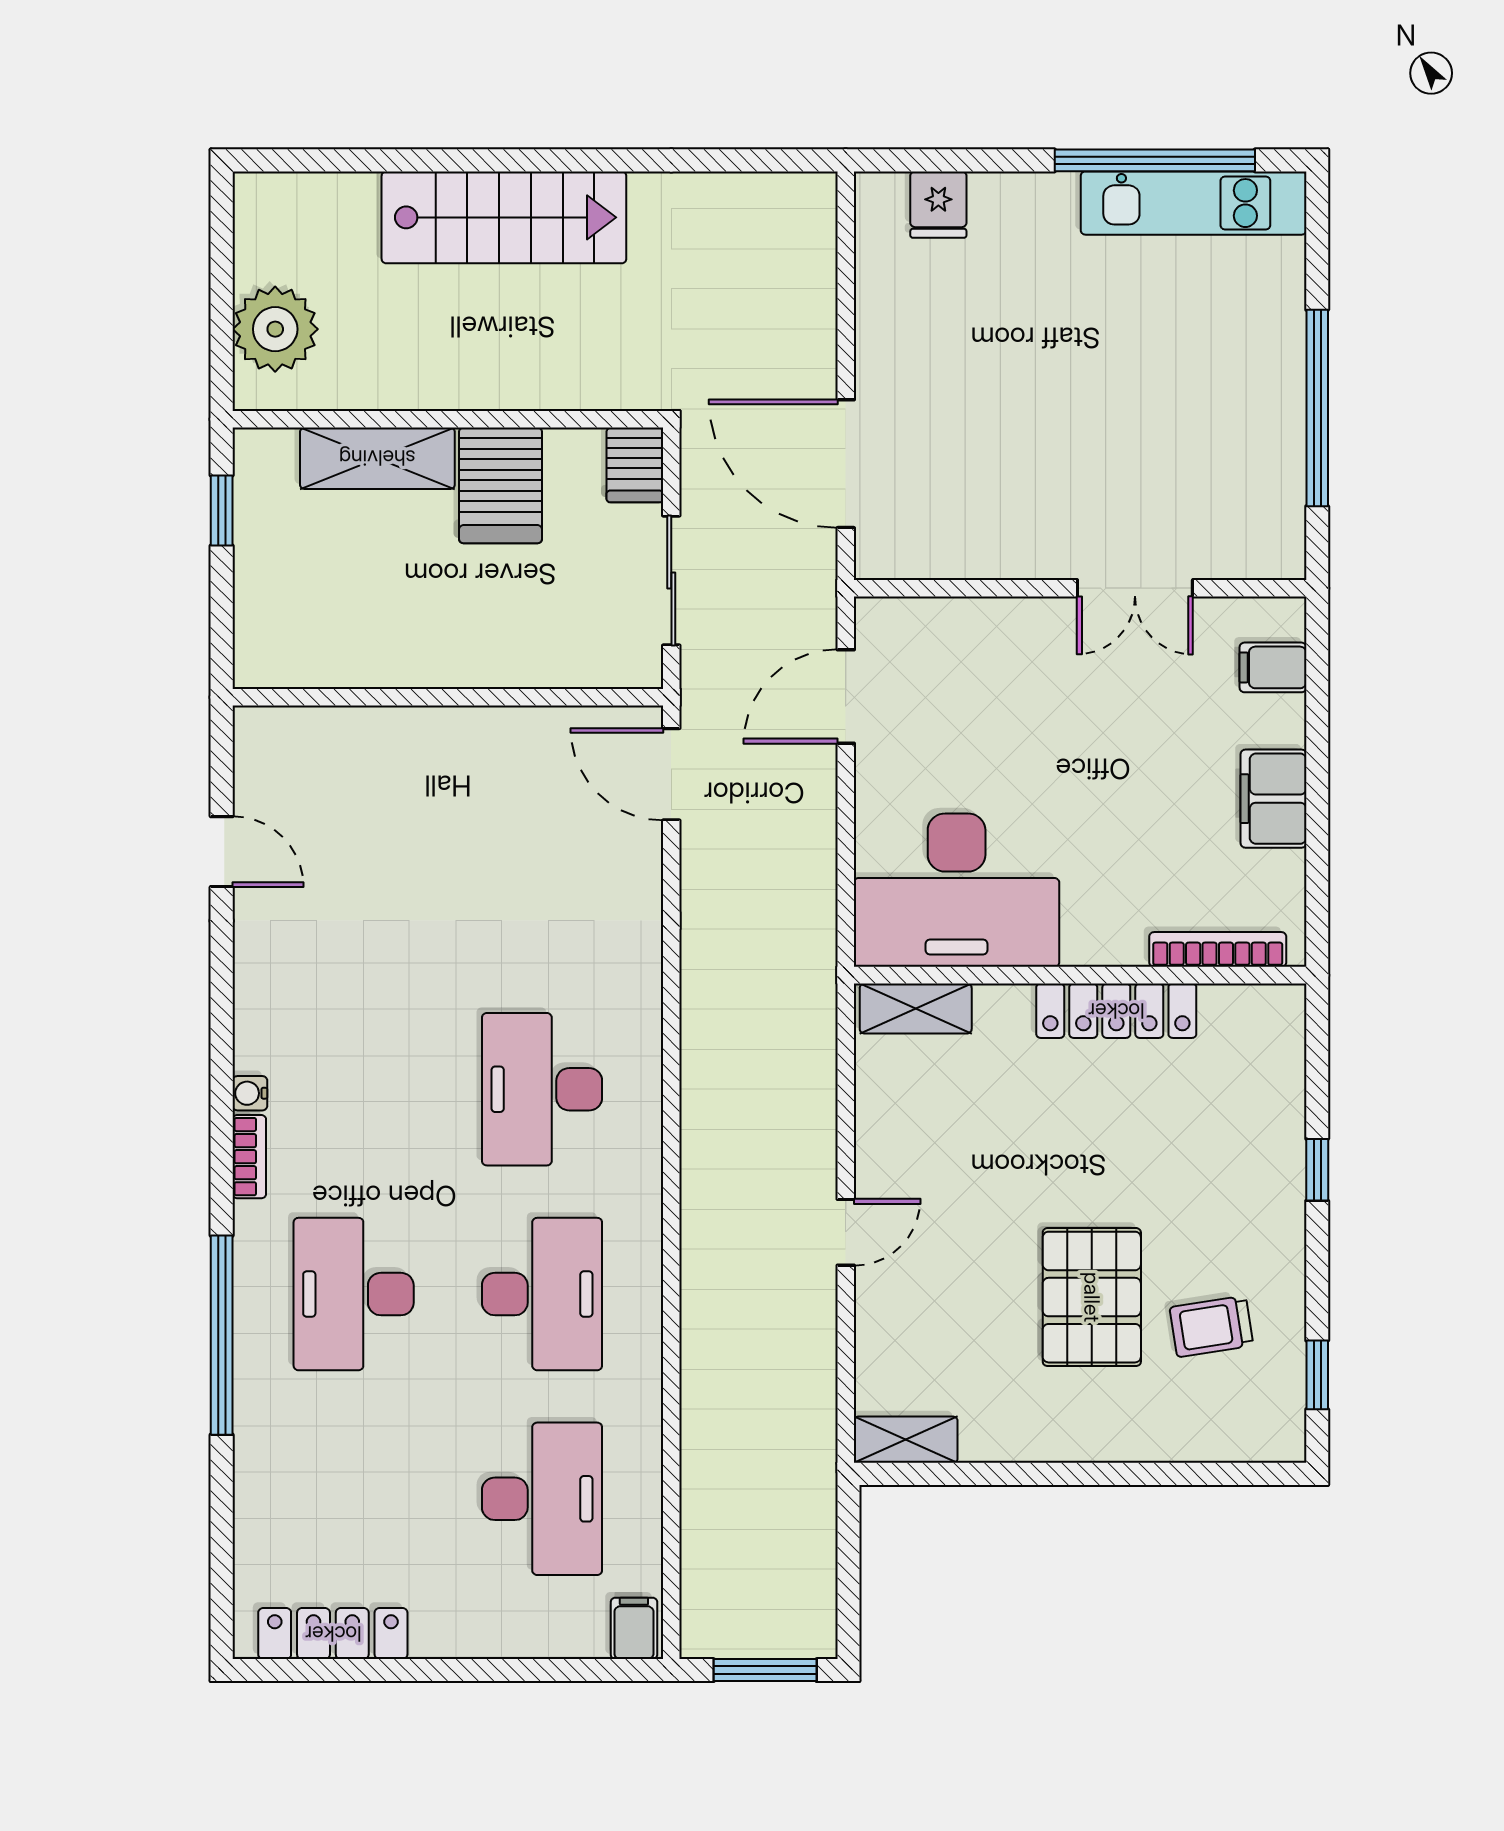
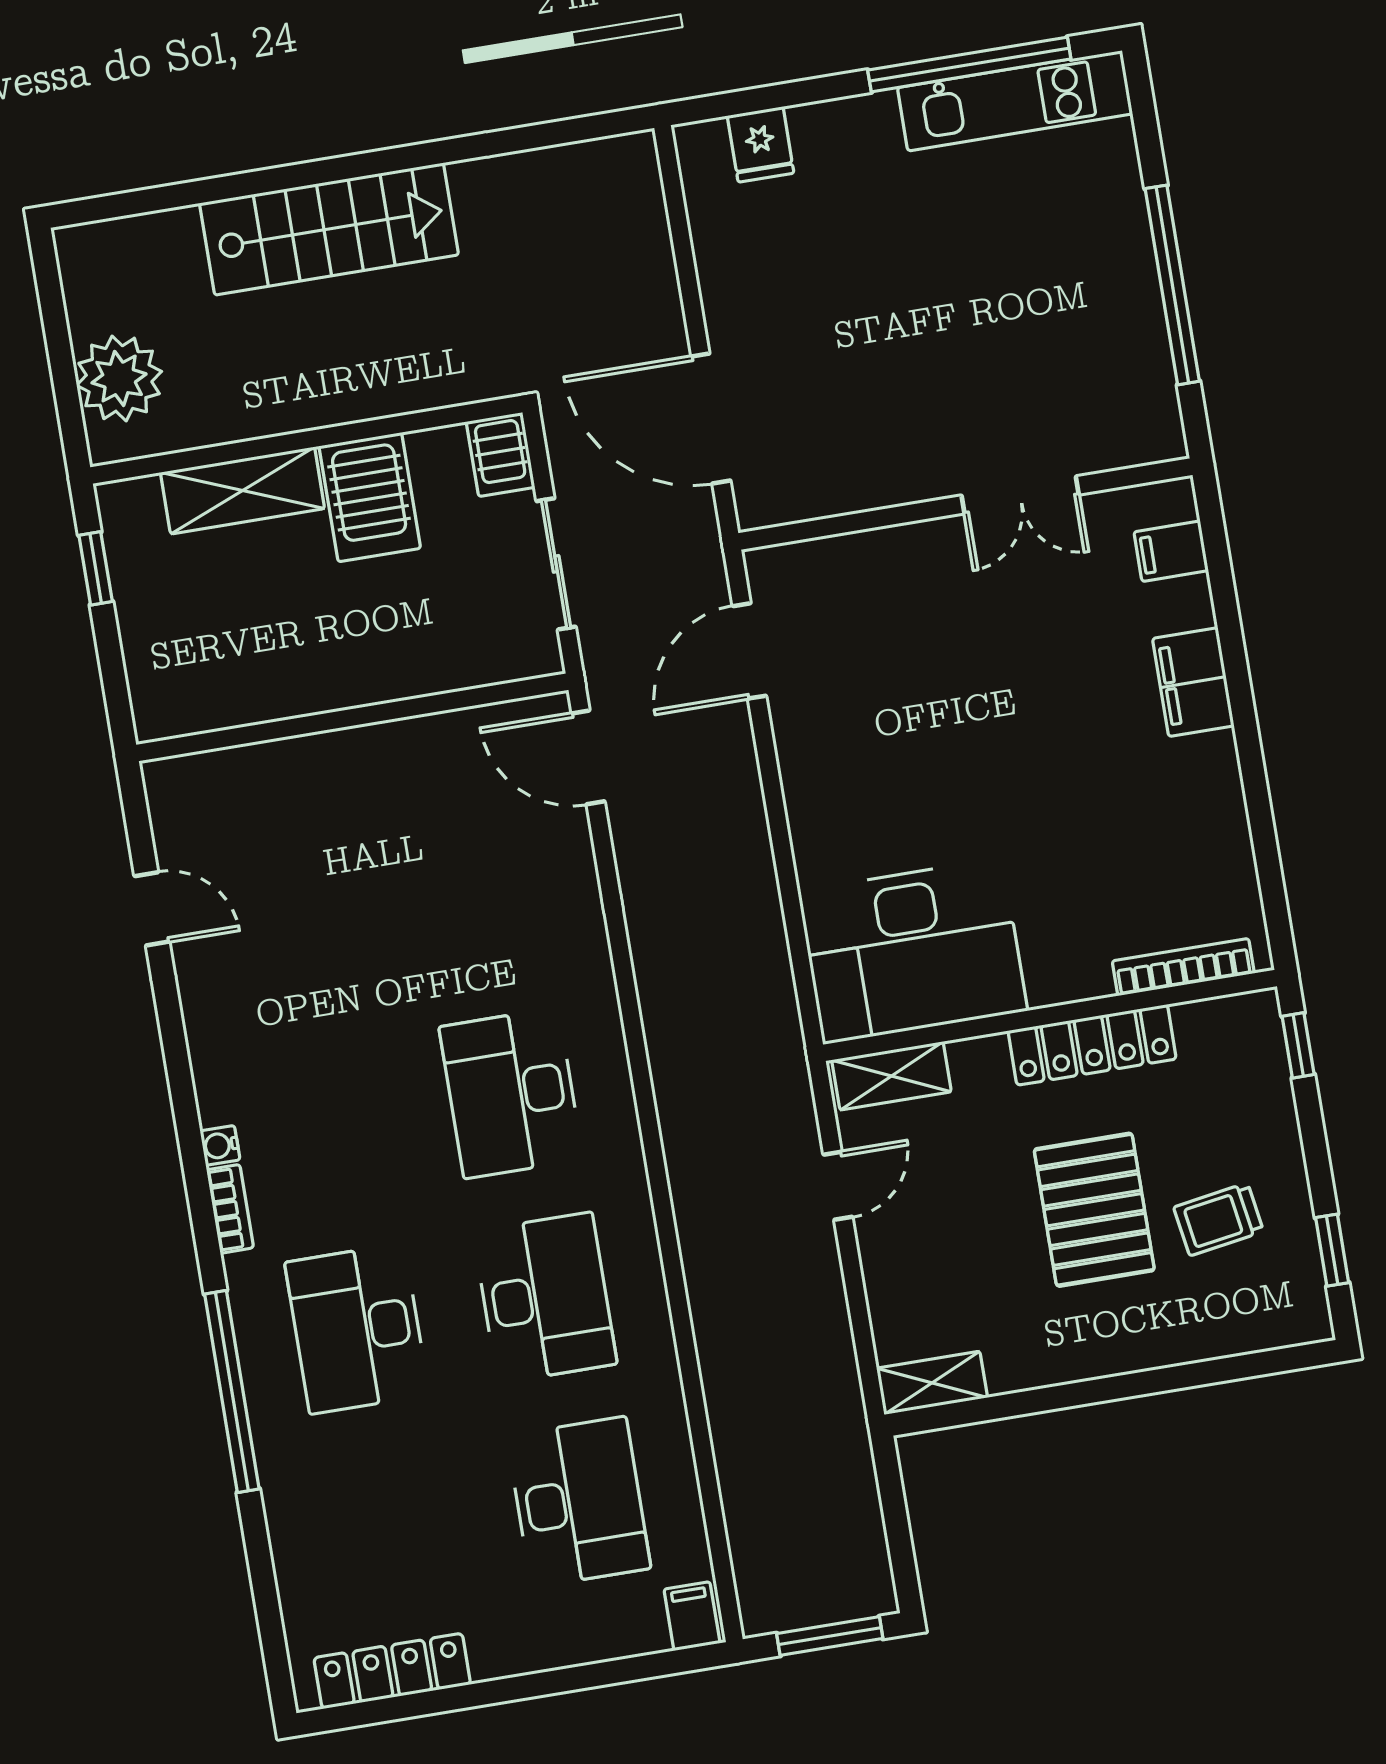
desk: (957, 890) -> (913, 951), moved
bookcase: (1218, 949) -> (1183, 967), moved
wall: (1080, 975) -> (1050, 1015), moved
shelving: (916, 1008) -> (891, 1076), moved
locker: (1116, 1011) -> (1092, 1045), moved

